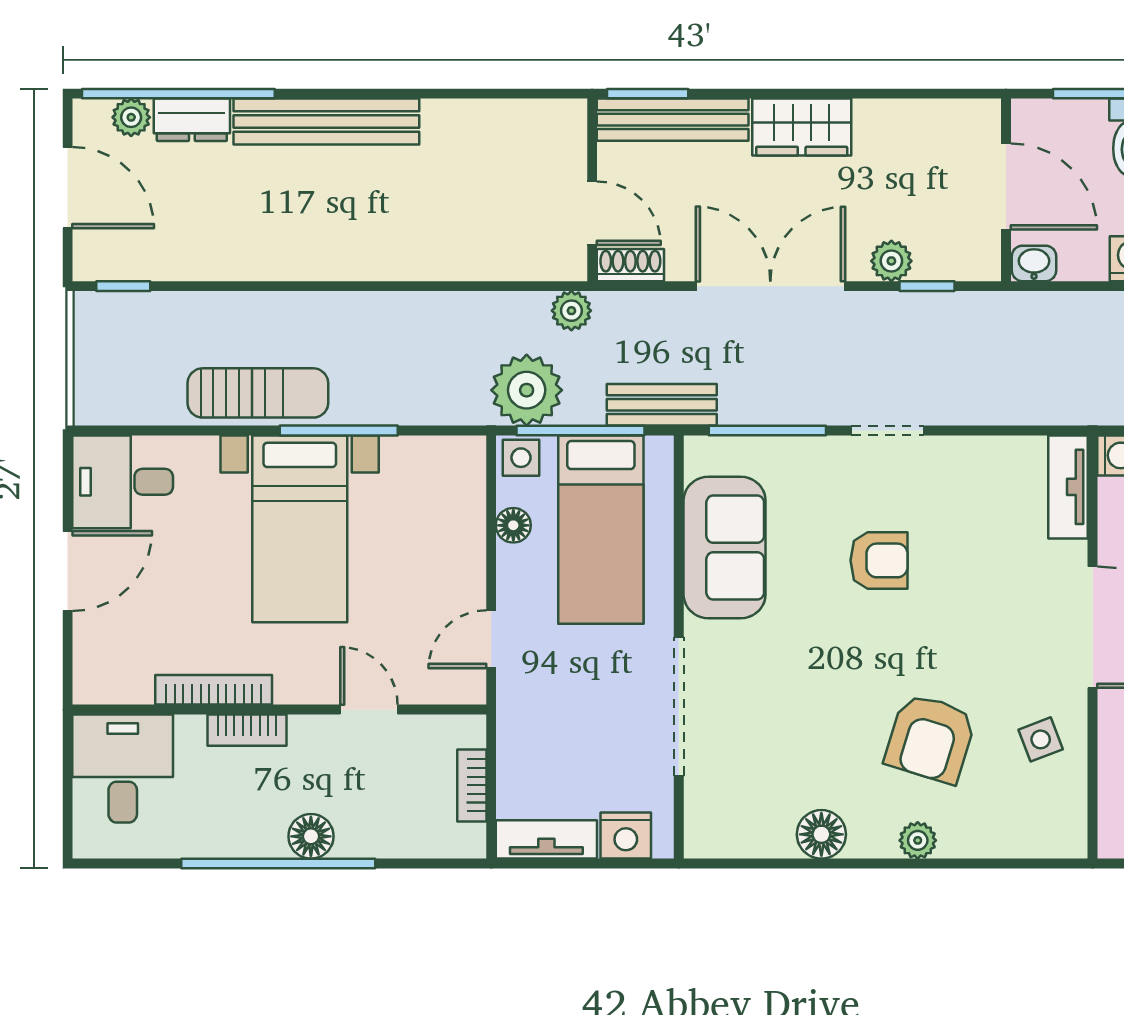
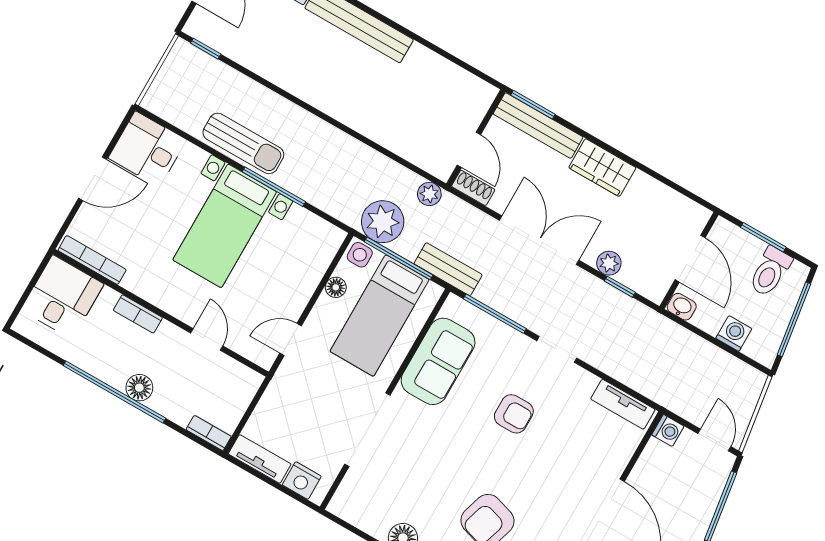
tv unit: (1068, 487) -> (623, 404), moved, turned -90
bookcase: (214, 690) -> (92, 260), moved
bookcase: (472, 785) -> (209, 433), moved, turned 90

